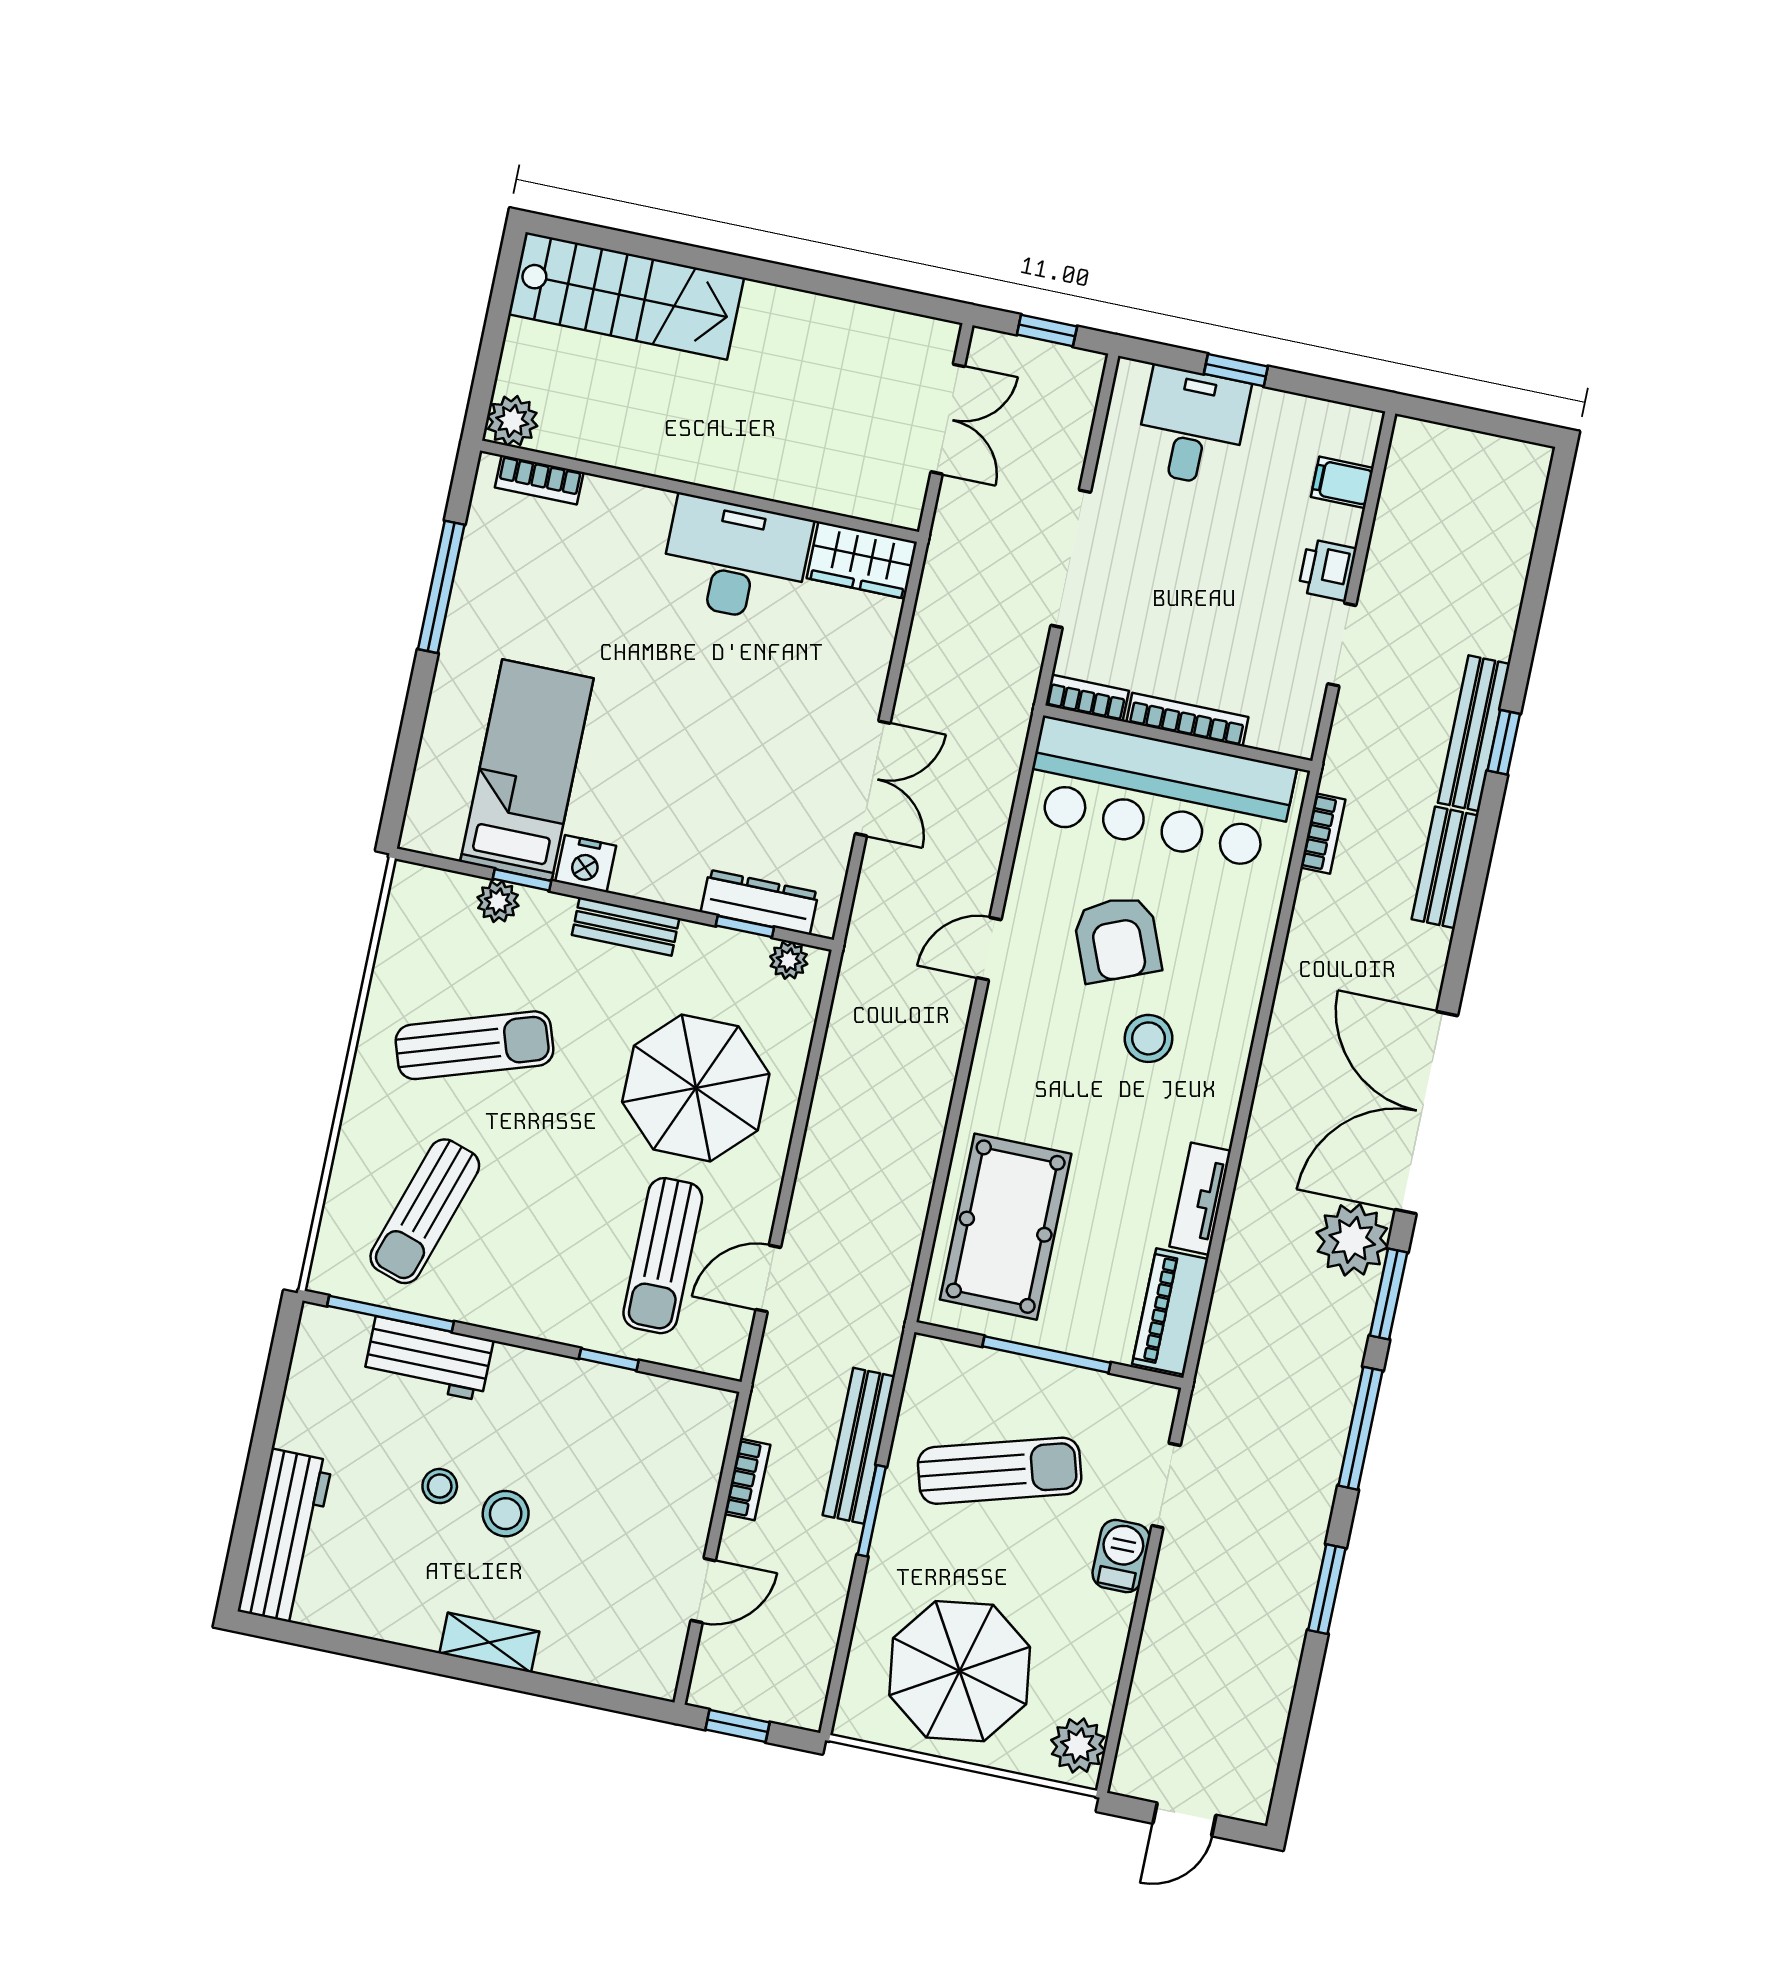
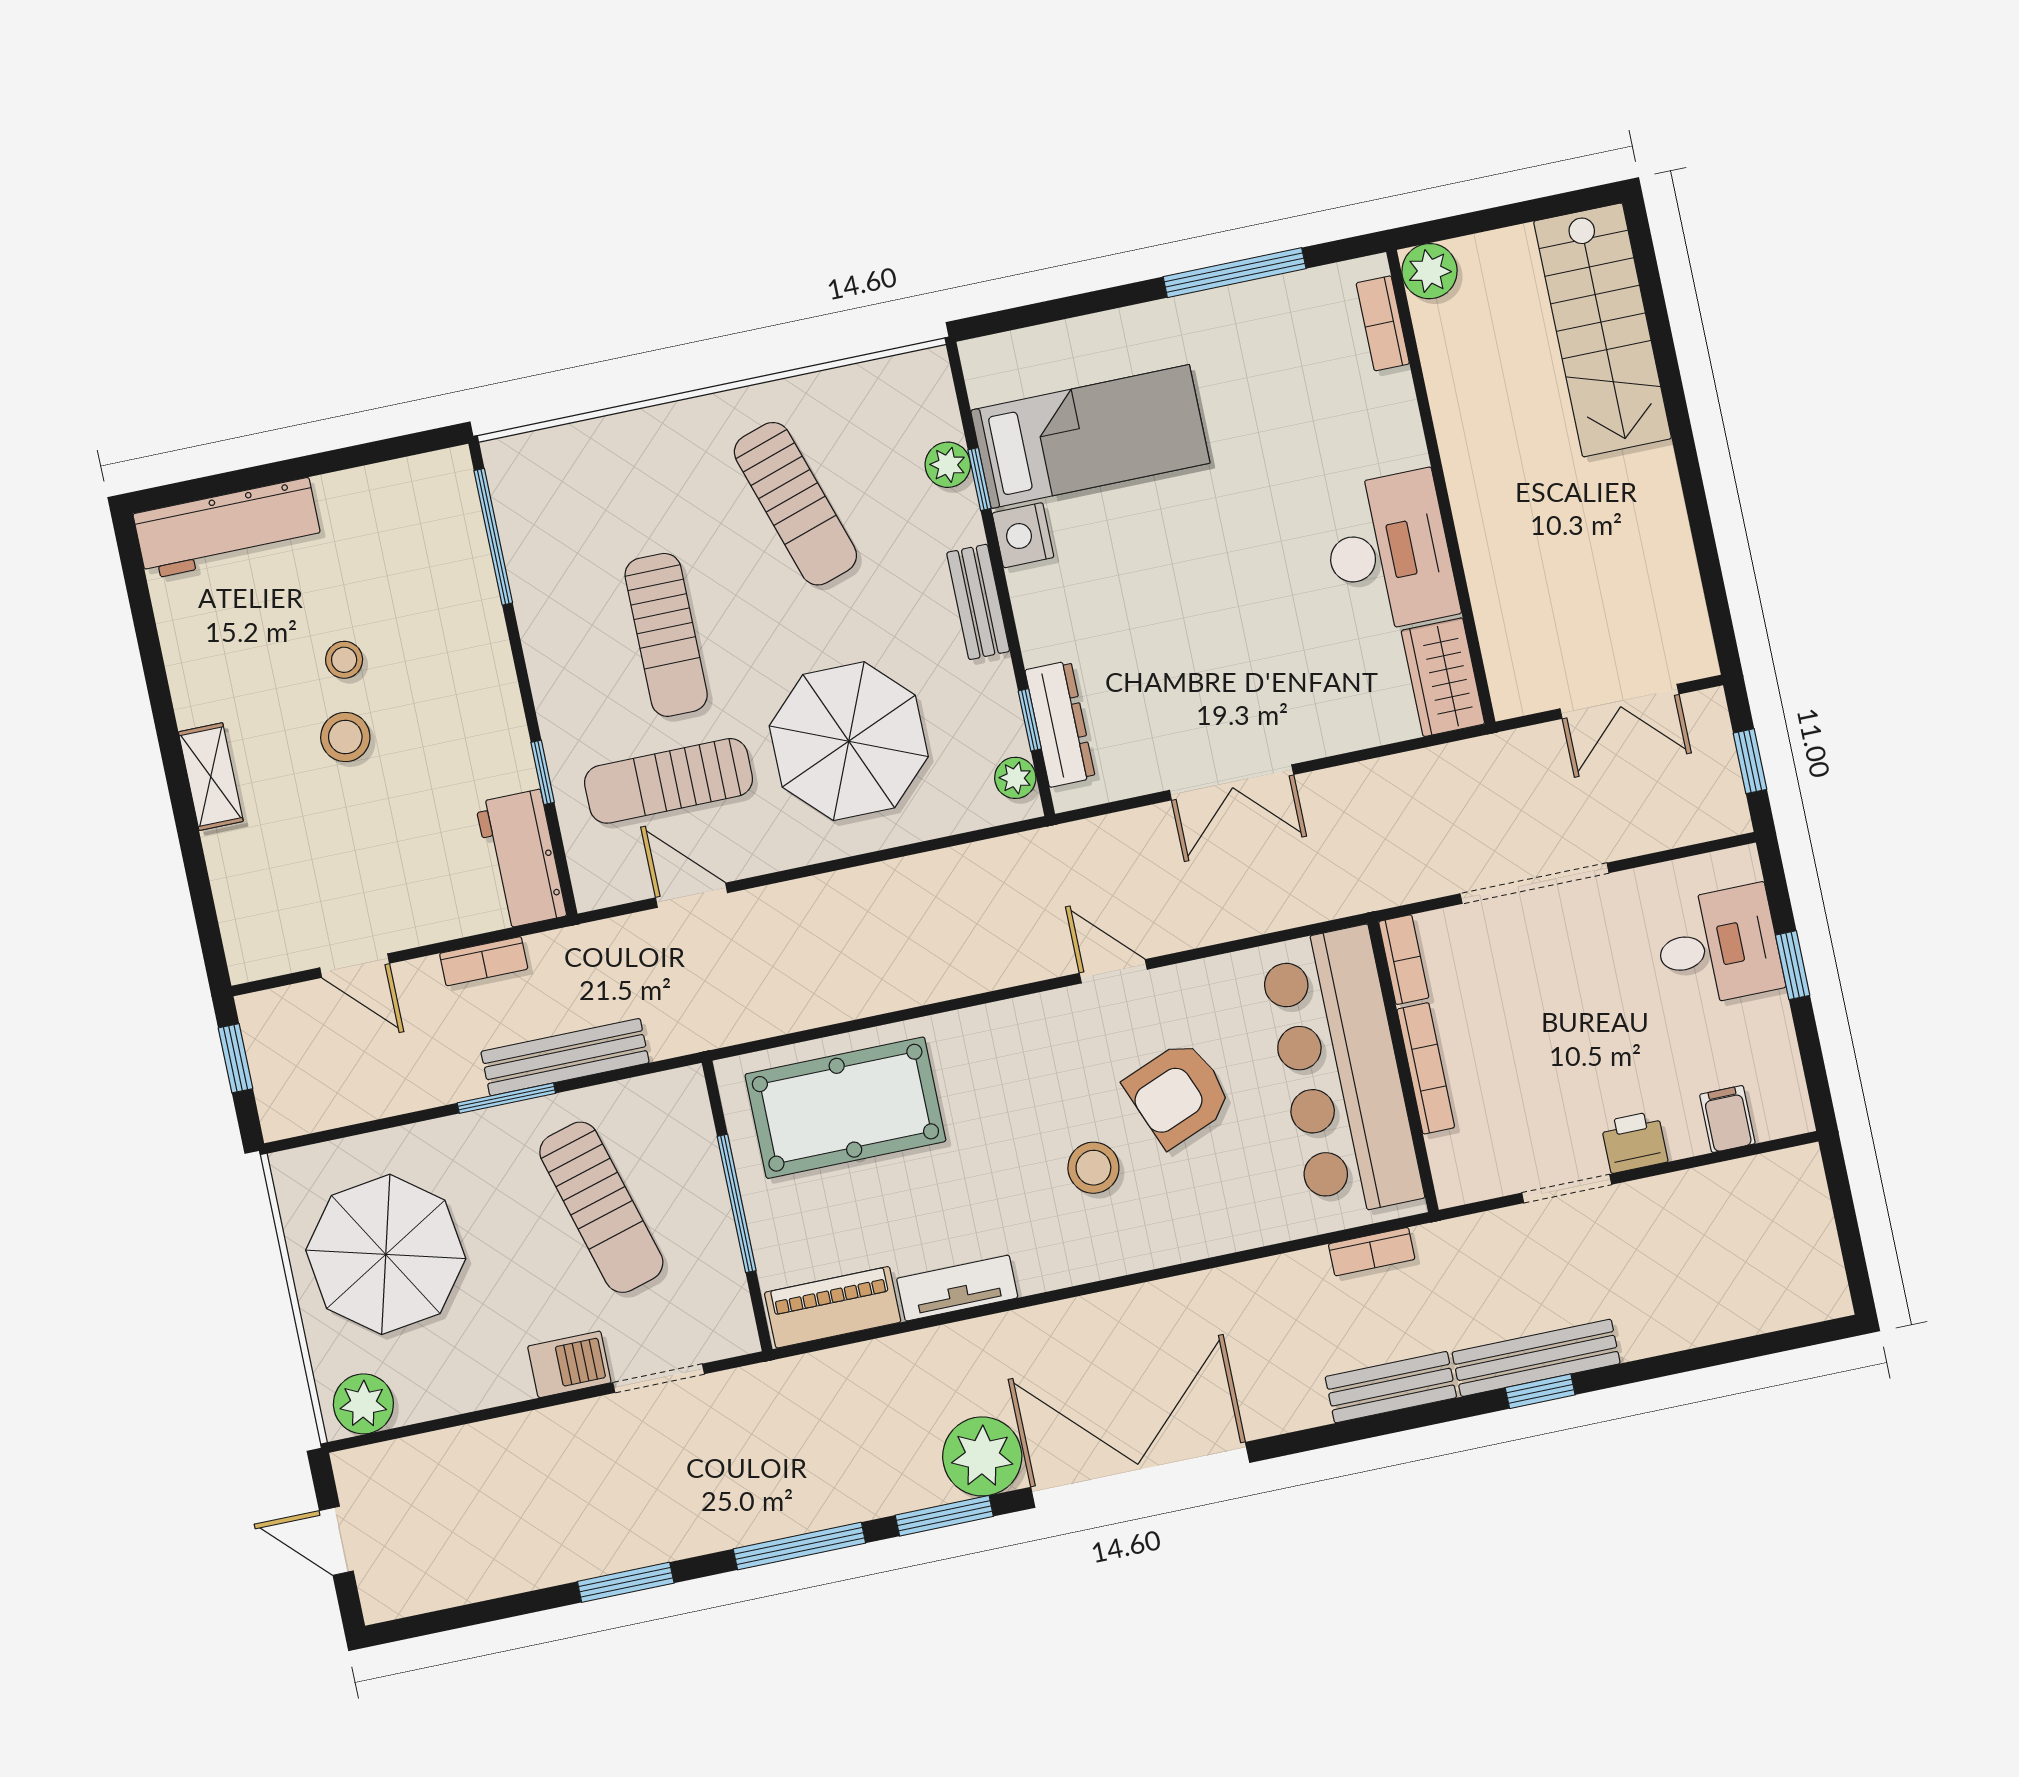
sun lounger: (425, 1211) -> (666, 635), moved, turned -108
workbench: (428, 1358) -> (521, 859), moved

